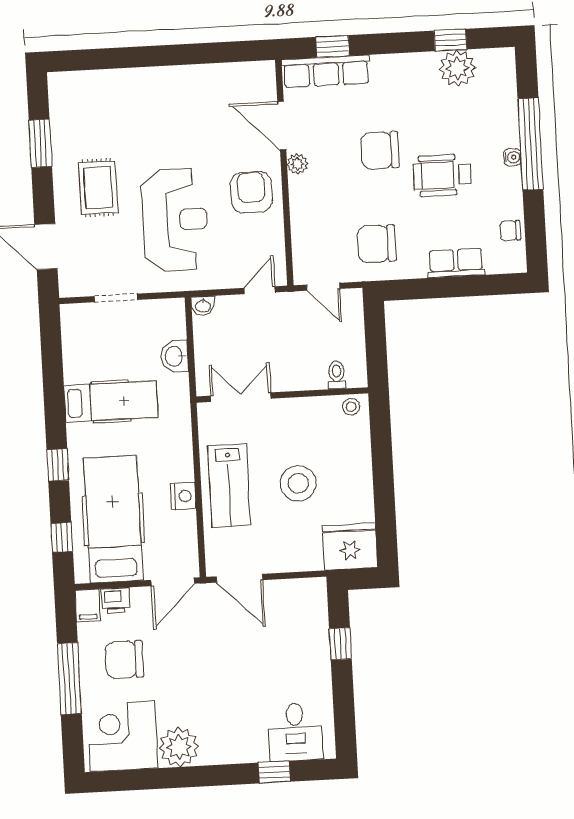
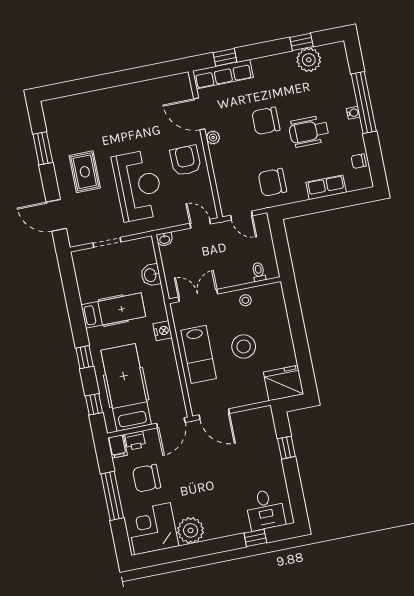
door: (260, 290) -> (200, 224), hinge flipped
stool: (351, 407) -> (245, 300), moved
nightstand: (183, 496) -> (163, 331), moved

